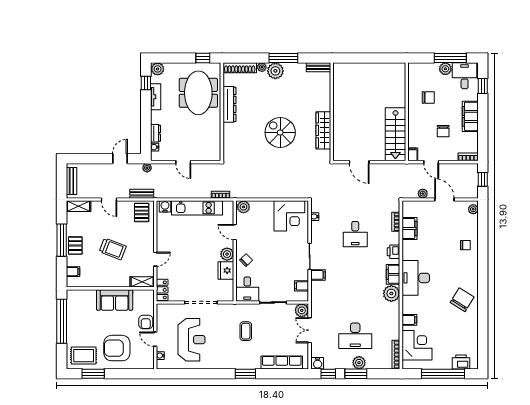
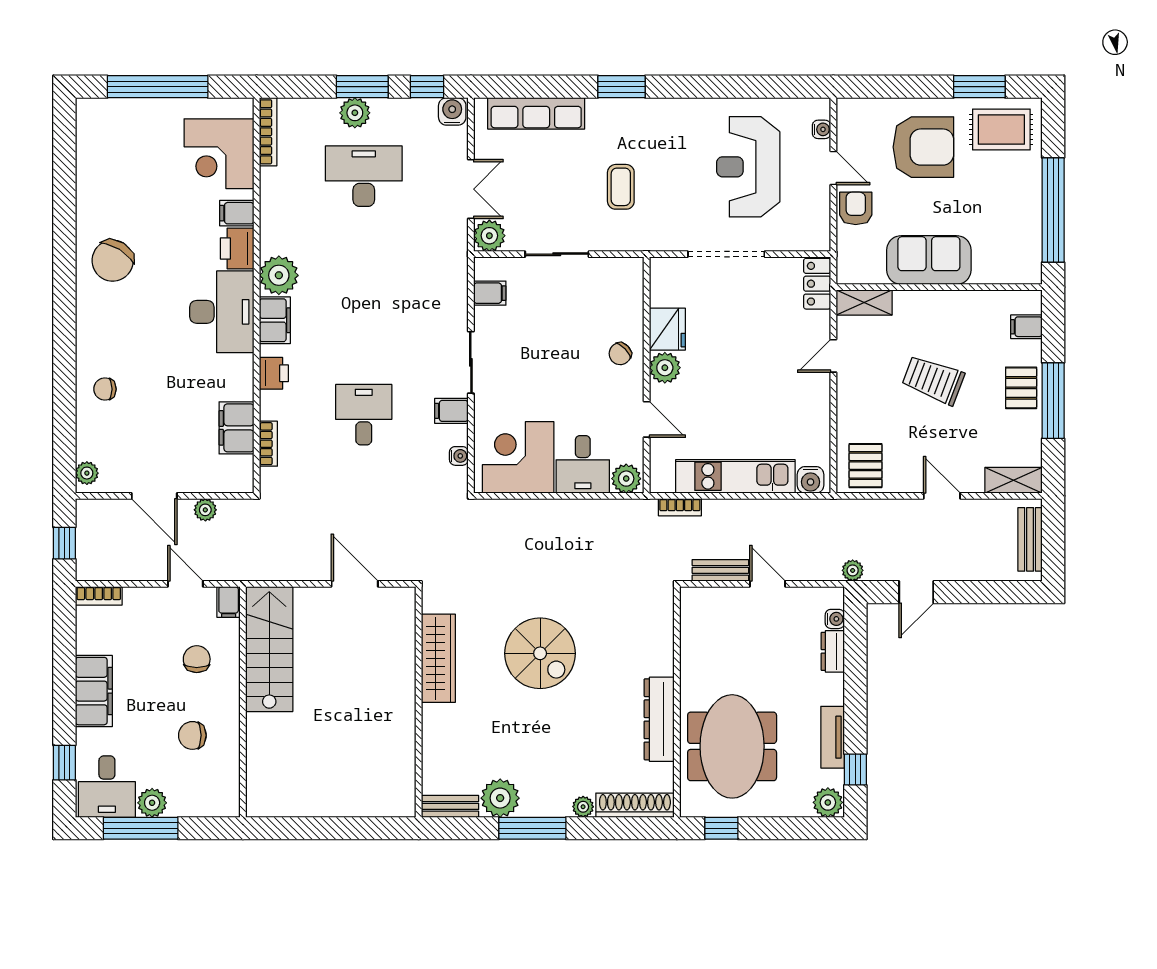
plant: (275, 71) -> (500, 798), moved
chair: (443, 131) -> (197, 659), moved
bench: (142, 194) -> (720, 570), moved
filing cabinet: (318, 275) -> (451, 411), moved
desk: (247, 289) -> (583, 464), moved, turned 180
printer: (461, 362) -> (237, 248), moved, turned 90

